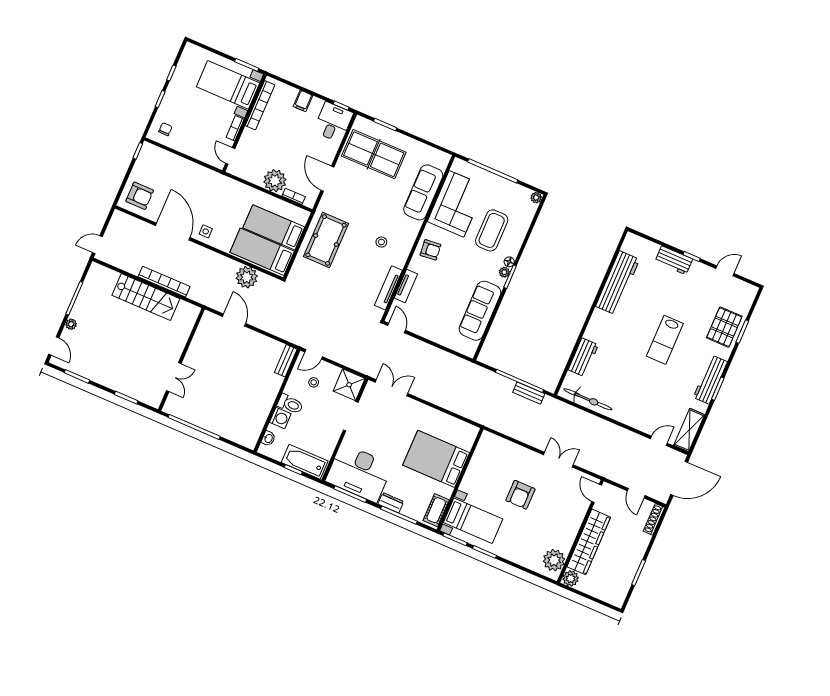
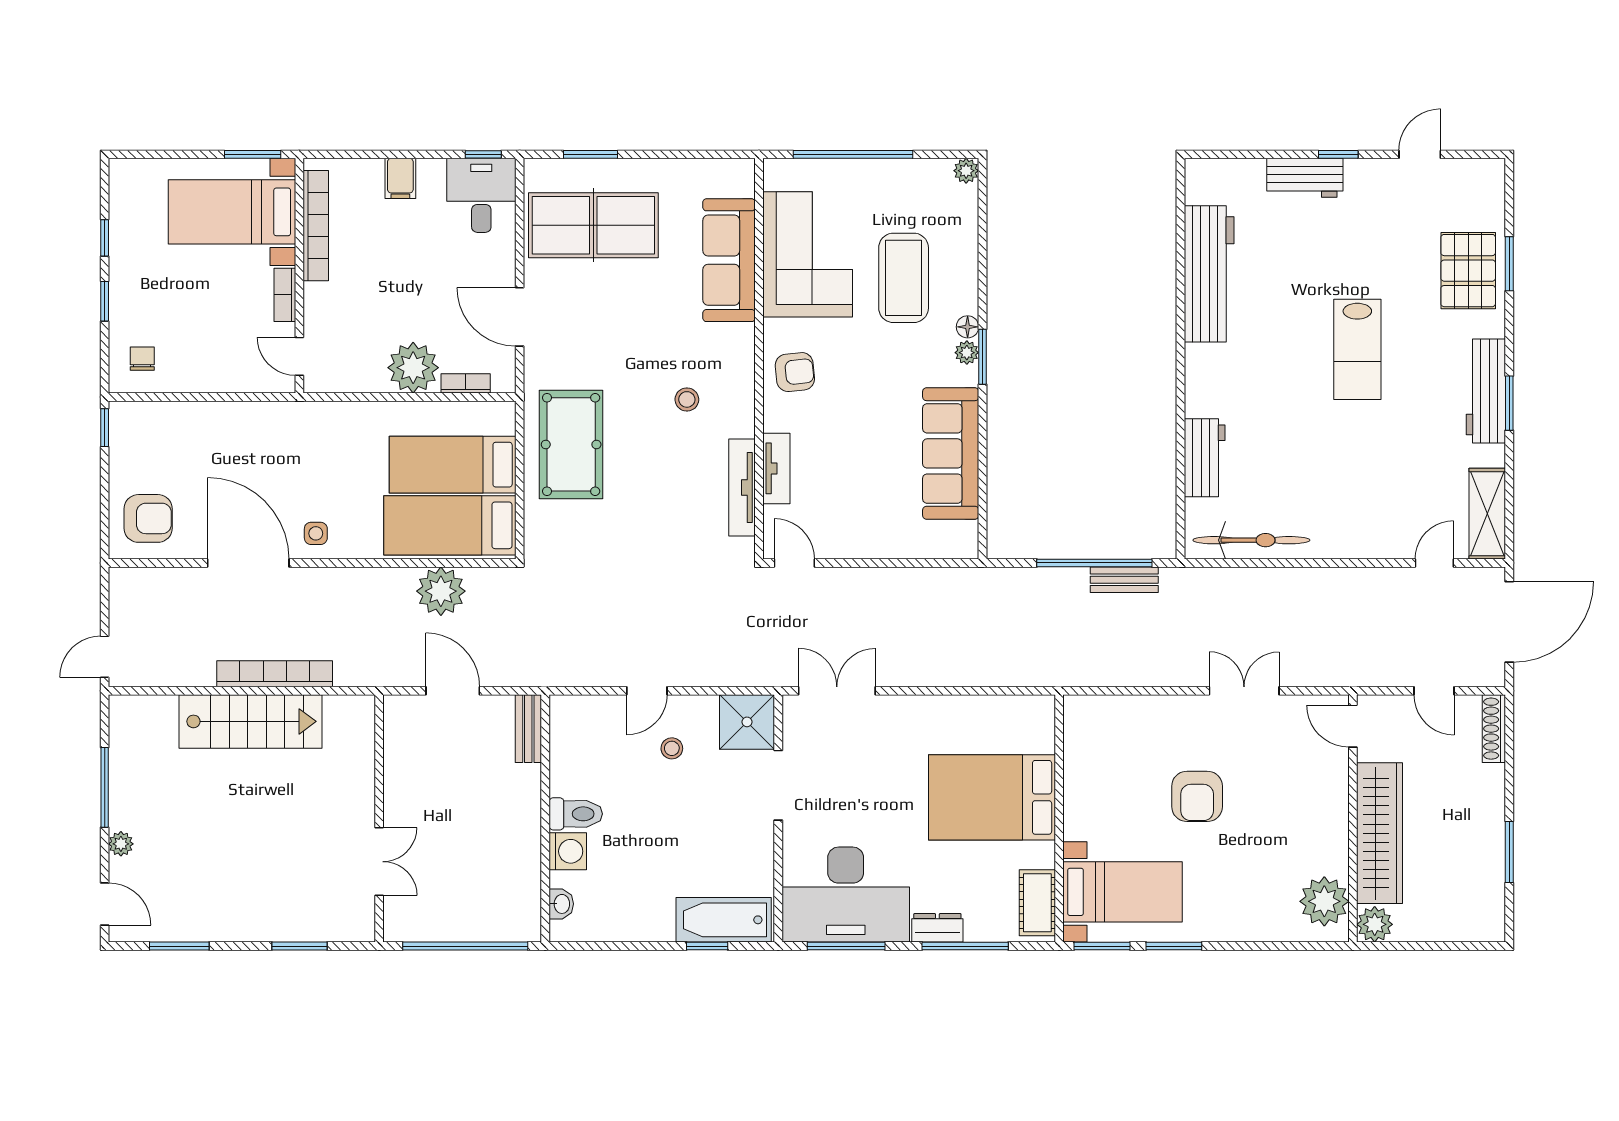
bench: (286, 361) -> (528, 729), moved
wall: (277, 401) -> (545, 818), moved
toilet: (290, 404) -> (576, 814), moved
washing machine: (280, 418) -> (568, 851), moved
washbasin: (268, 438) -> (561, 904), moved

